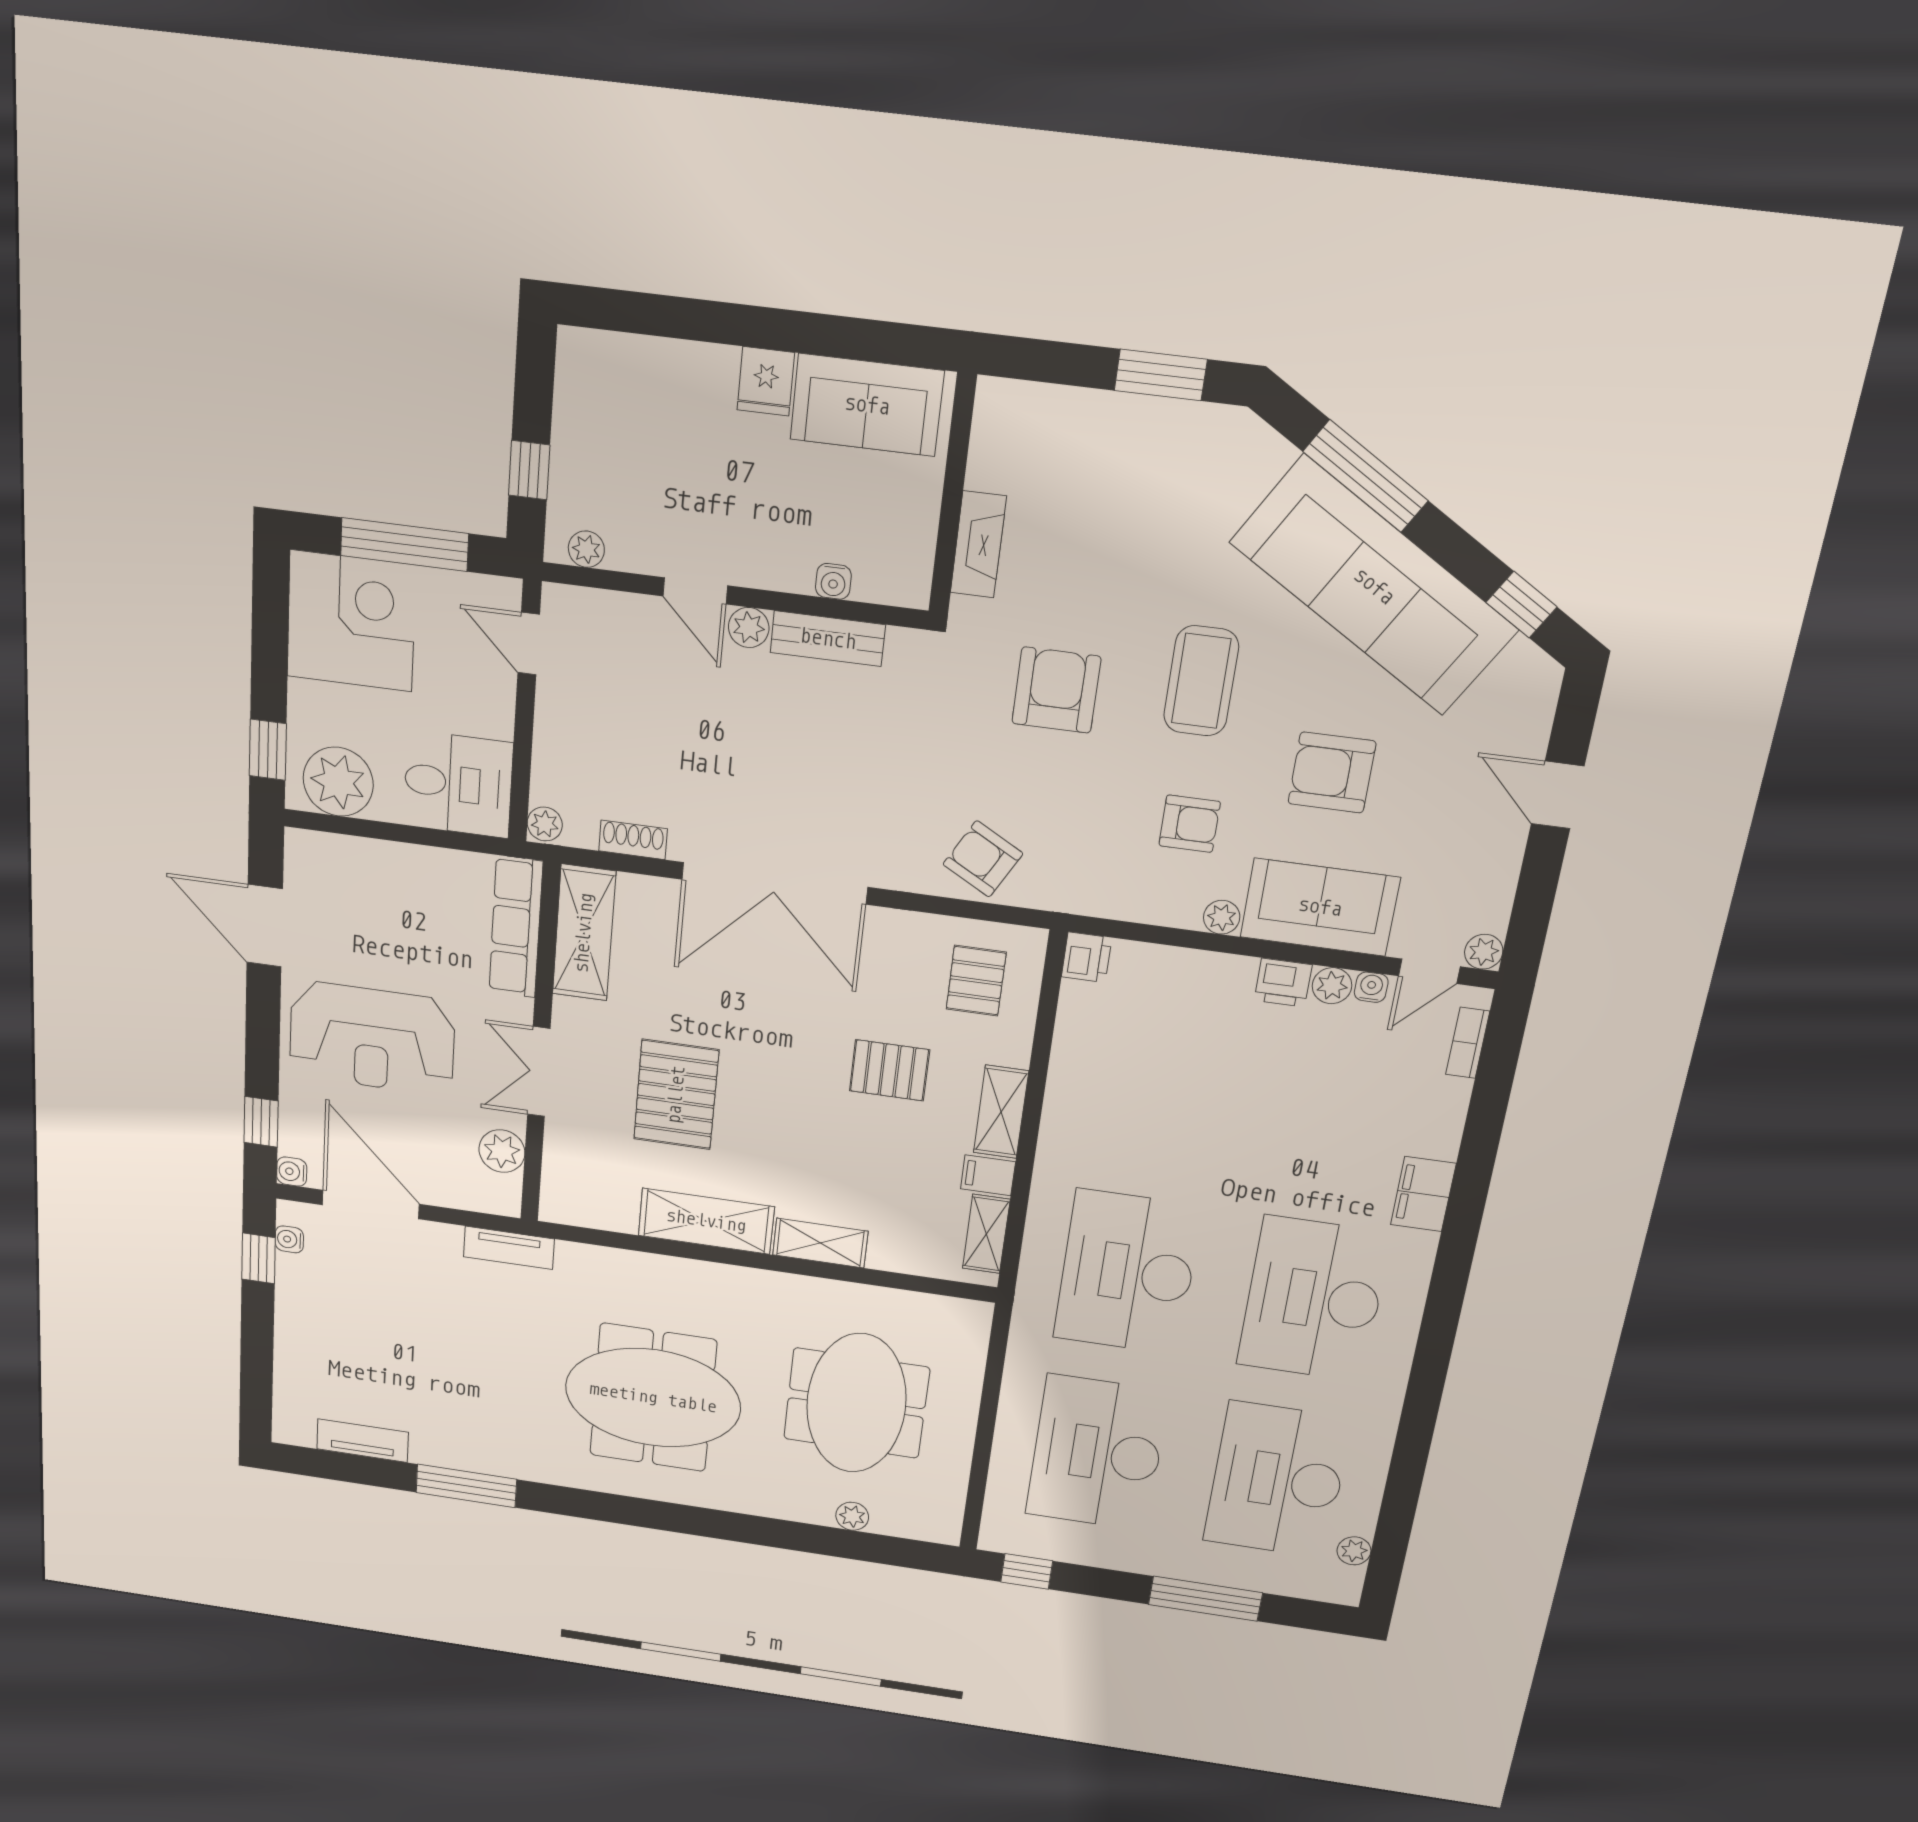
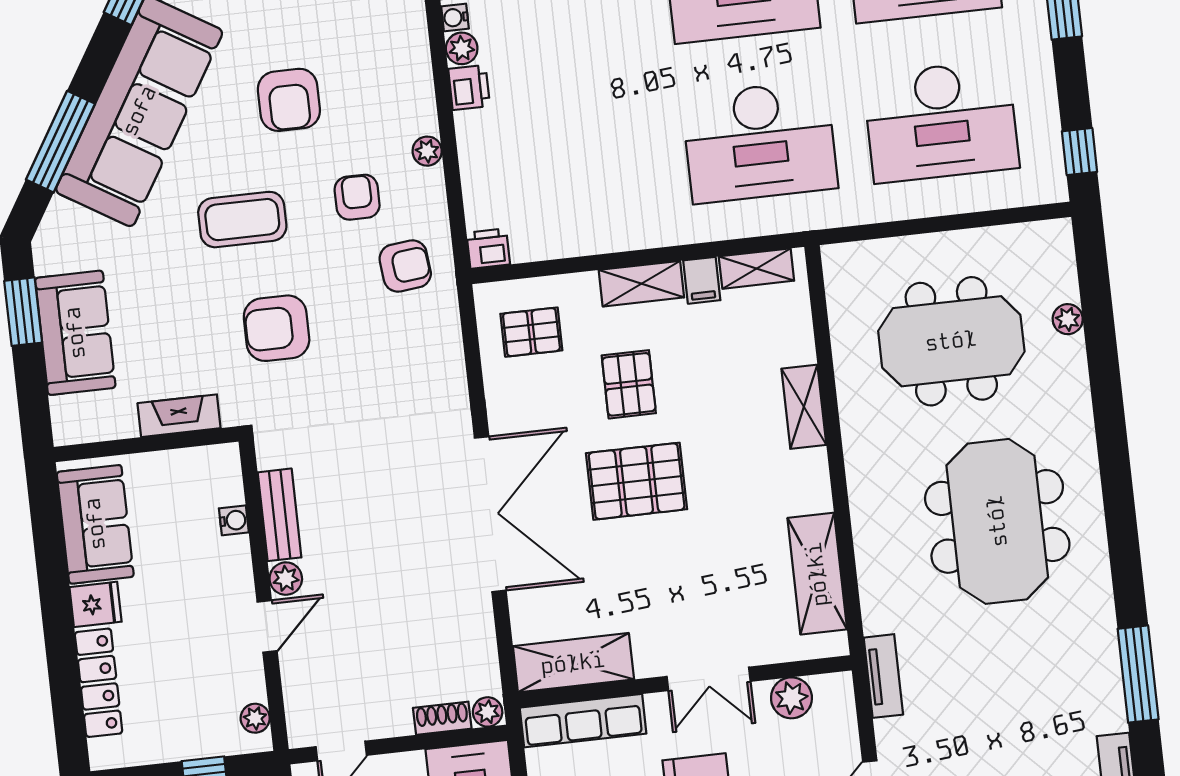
locker: (666, 362) -> (99, 683), added
shoe rack: (633, 840) -> (442, 718), moved, turned 90
armchair: (983, 859) -> (405, 266), moved, turned -125
sofa: (1320, 907) -> (75, 333), moved, turned 180
pallet: (676, 1095) -> (637, 481), moved
shelving: (706, 1221) -> (817, 574), moved

